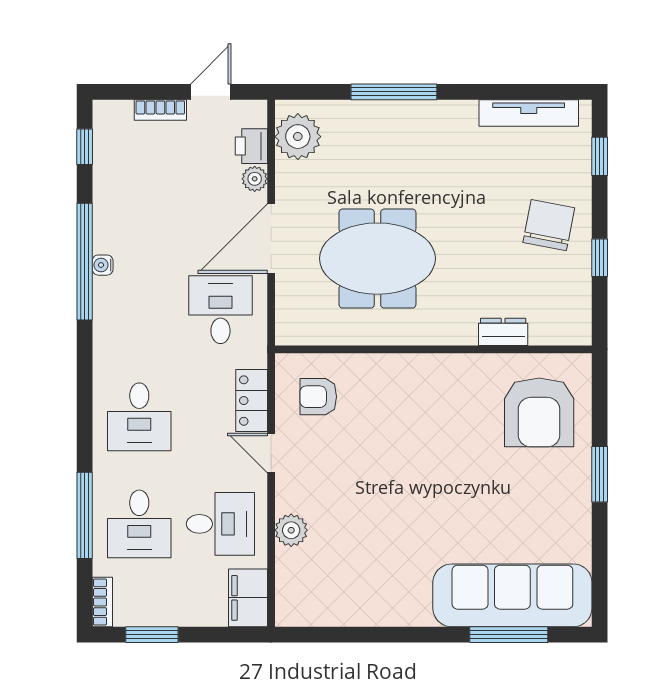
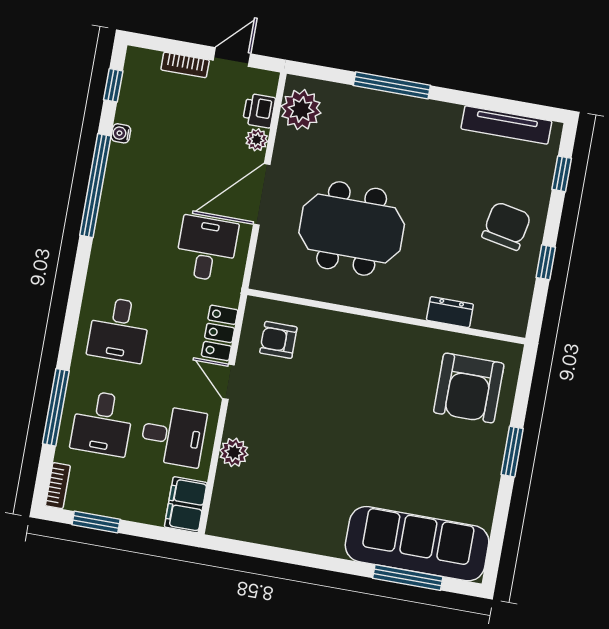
water cooler: (103, 265) -> (121, 133), moved

